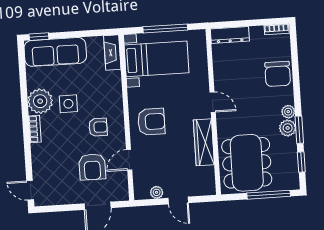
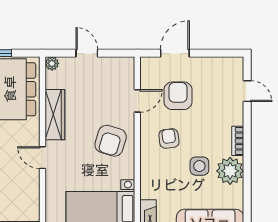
armchair: (151, 122) -> (111, 141), turned -73
armchair: (98, 127) -> (169, 139), turned 83
door: (30, 190) -> (247, 91), moved
plant: (157, 192) -> (52, 63), moved

